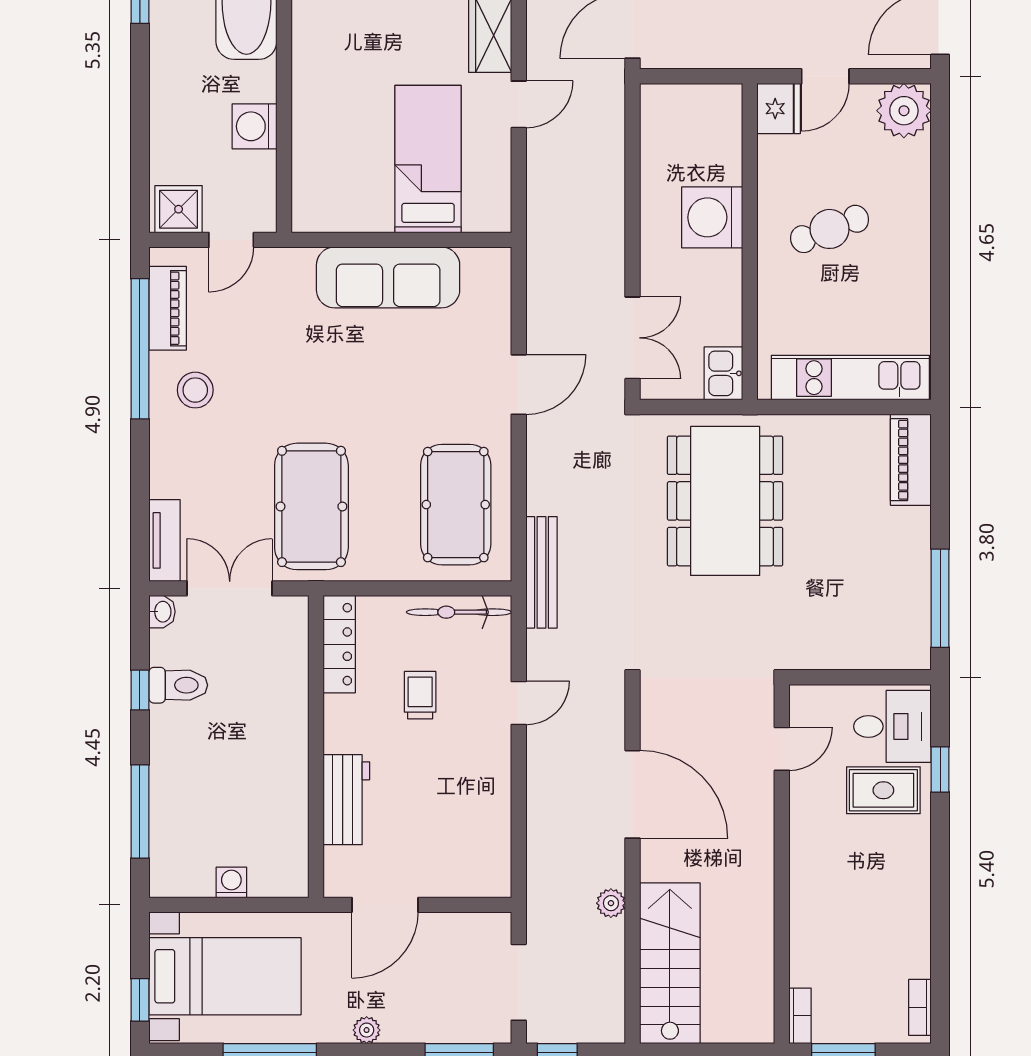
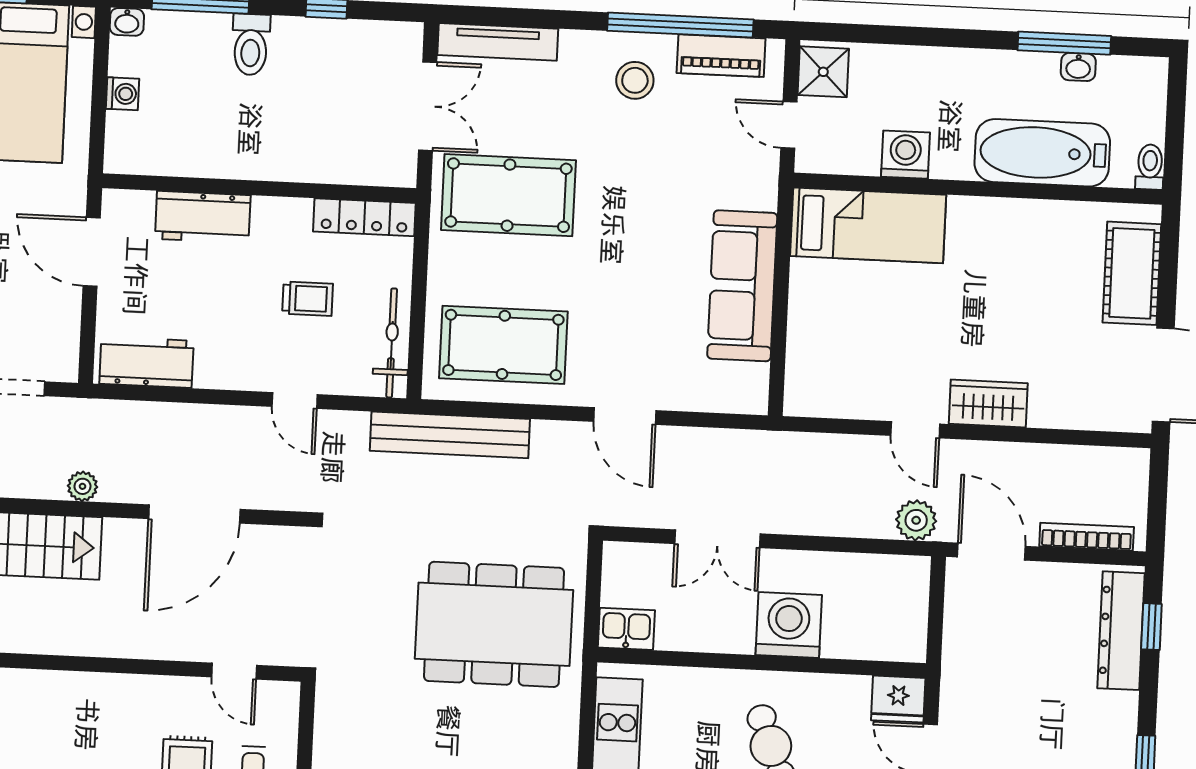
plant: (606, 99) -> (916, 520), added
bed: (428, 159) -> (868, 225), moved
double door: (632, 338) -> (717, 539), moved
tv unit: (164, 540) -> (498, 42), width x1.41
bench: (541, 572) -> (450, 435), width x1.37, depth x1.21
washbasin: (162, 612) -> (127, 22), moved
toilet: (178, 685) -> (251, 44), moved
workbench: (489, 847) -> (146, 362), added

